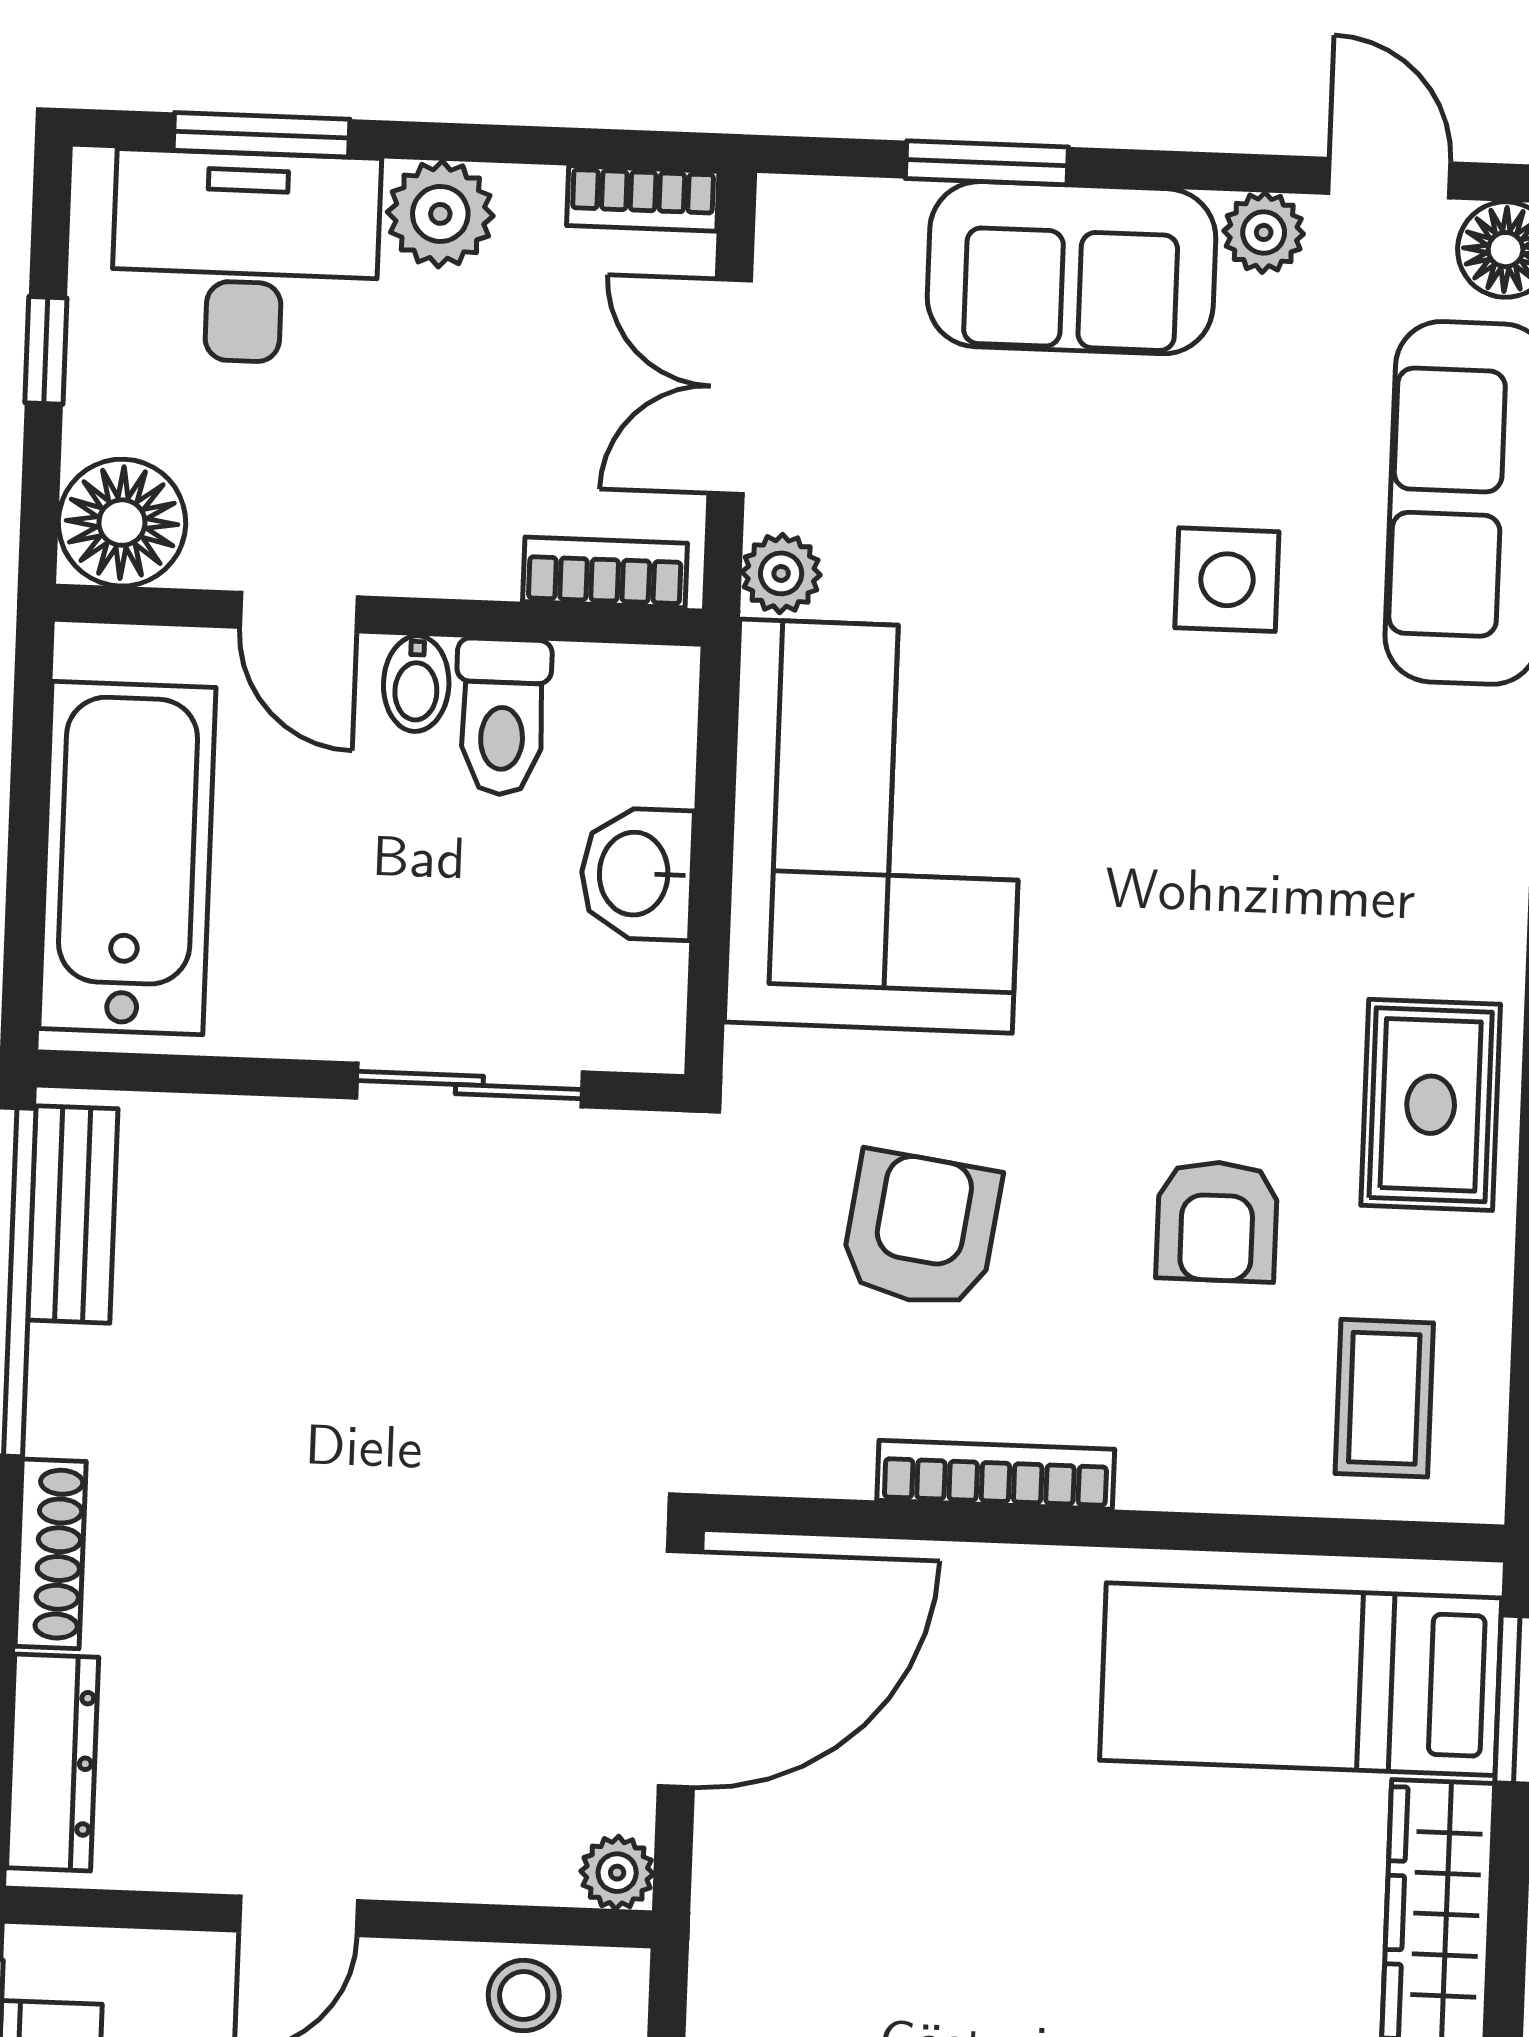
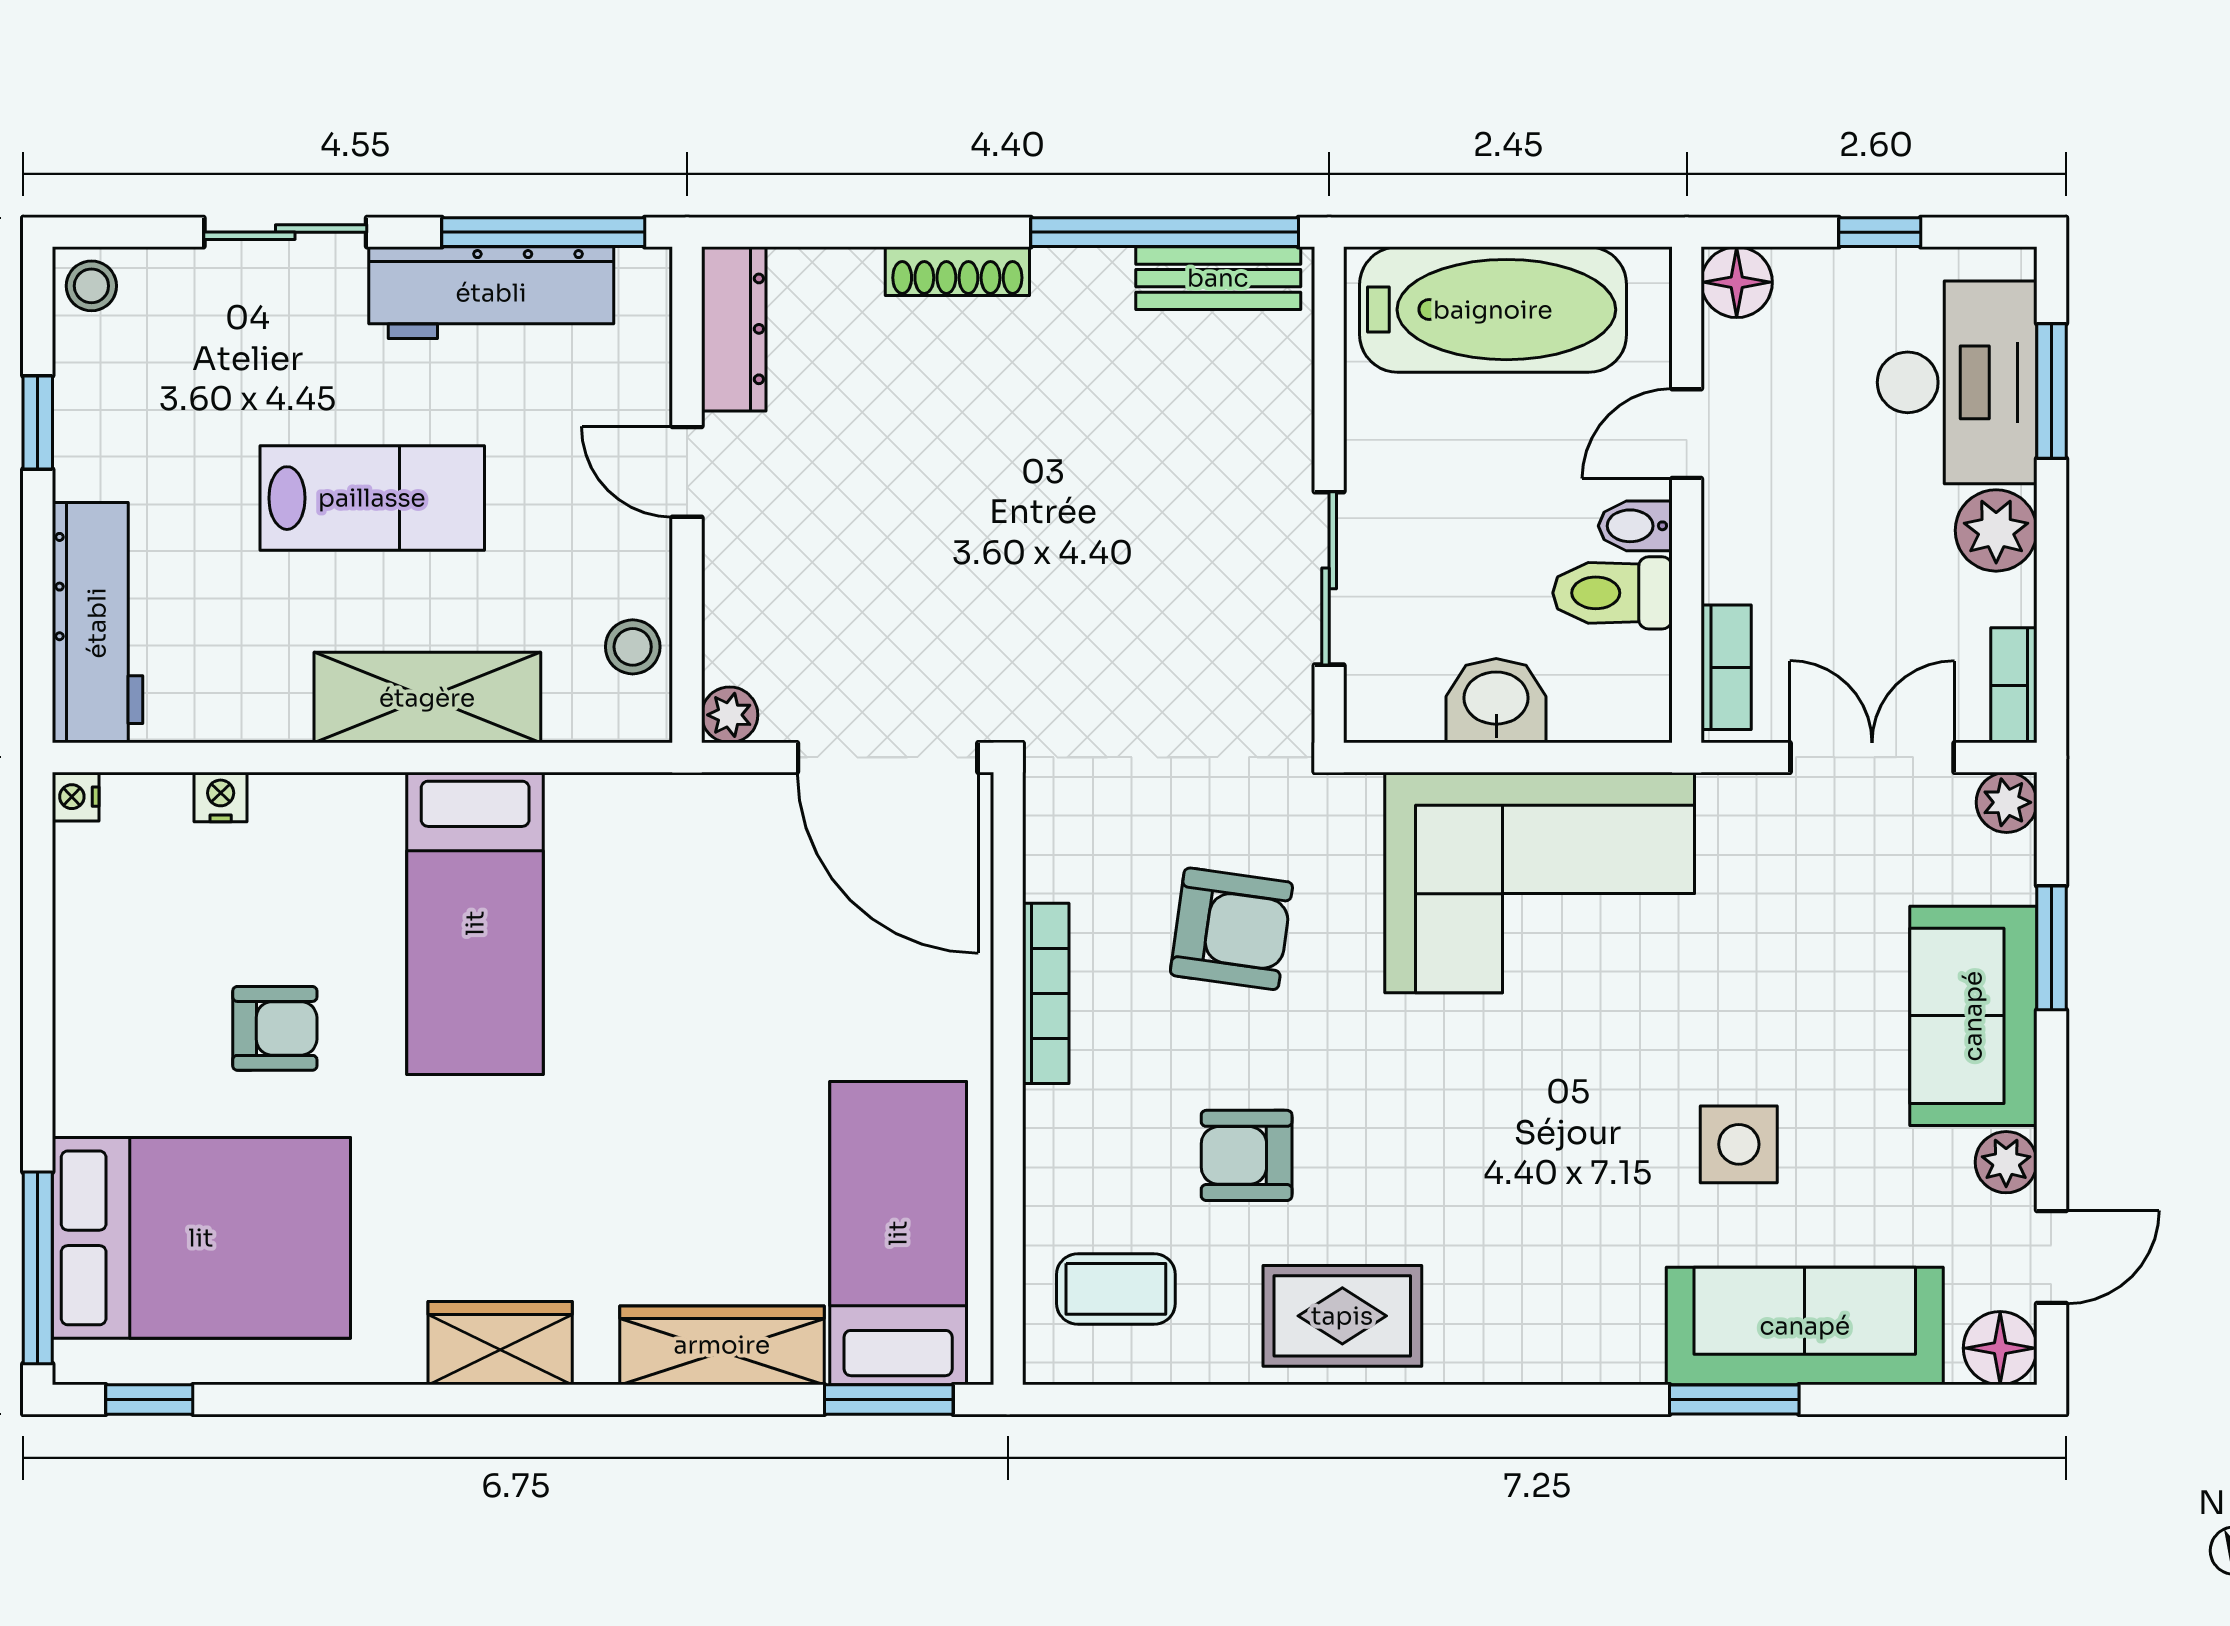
floor lamp: (122, 523) -> (1737, 282), width x0.73, depth x0.73
plant: (781, 573) -> (2007, 802), moved
dresser: (53, 1763) -> (734, 329), moved, turned -90

